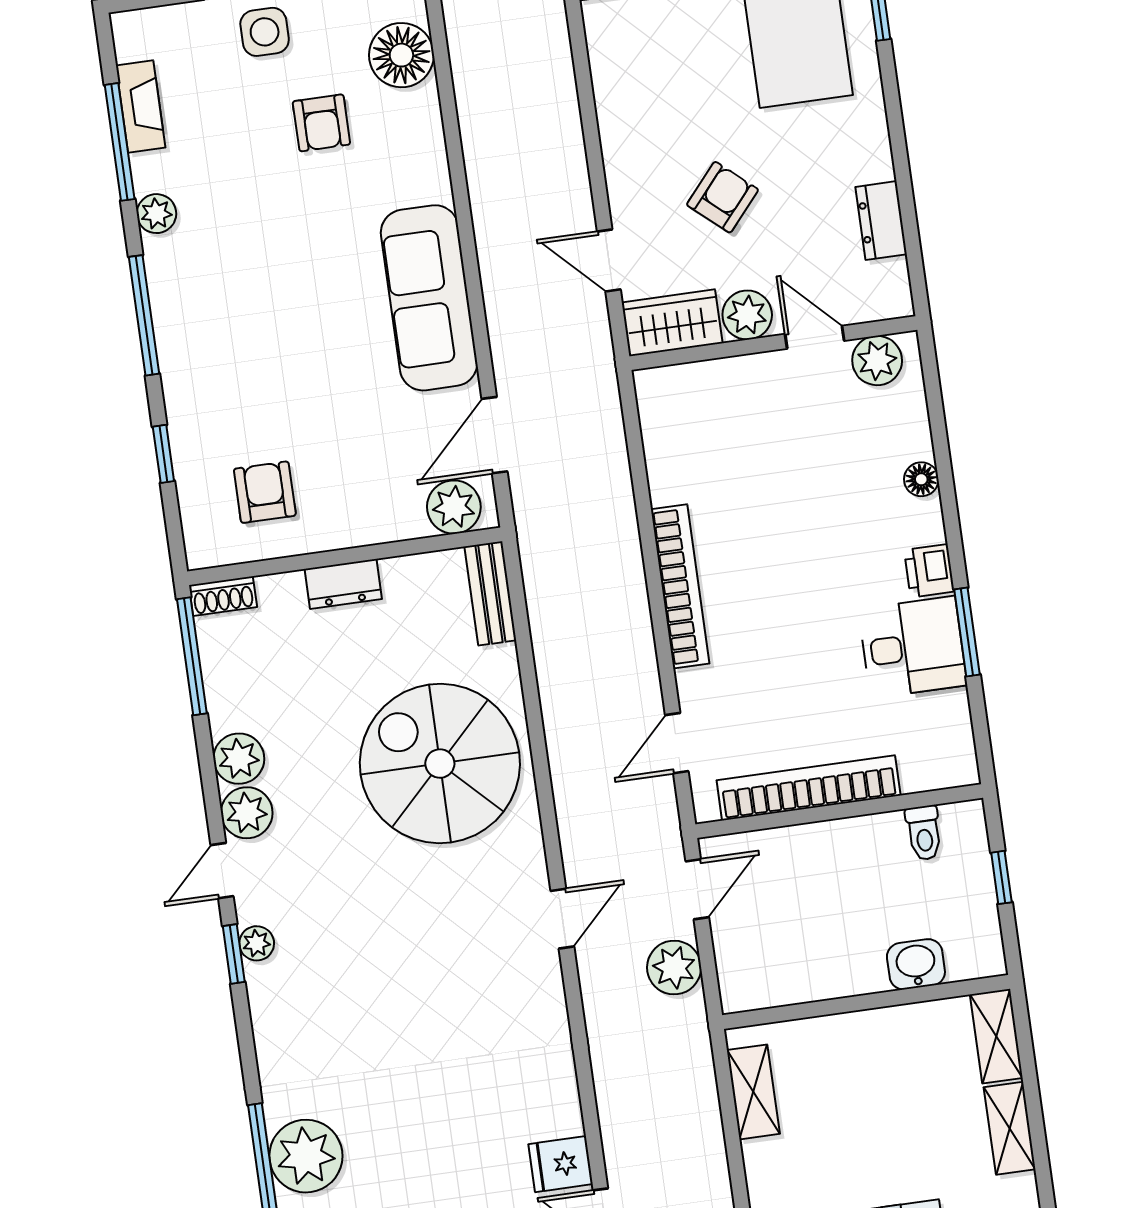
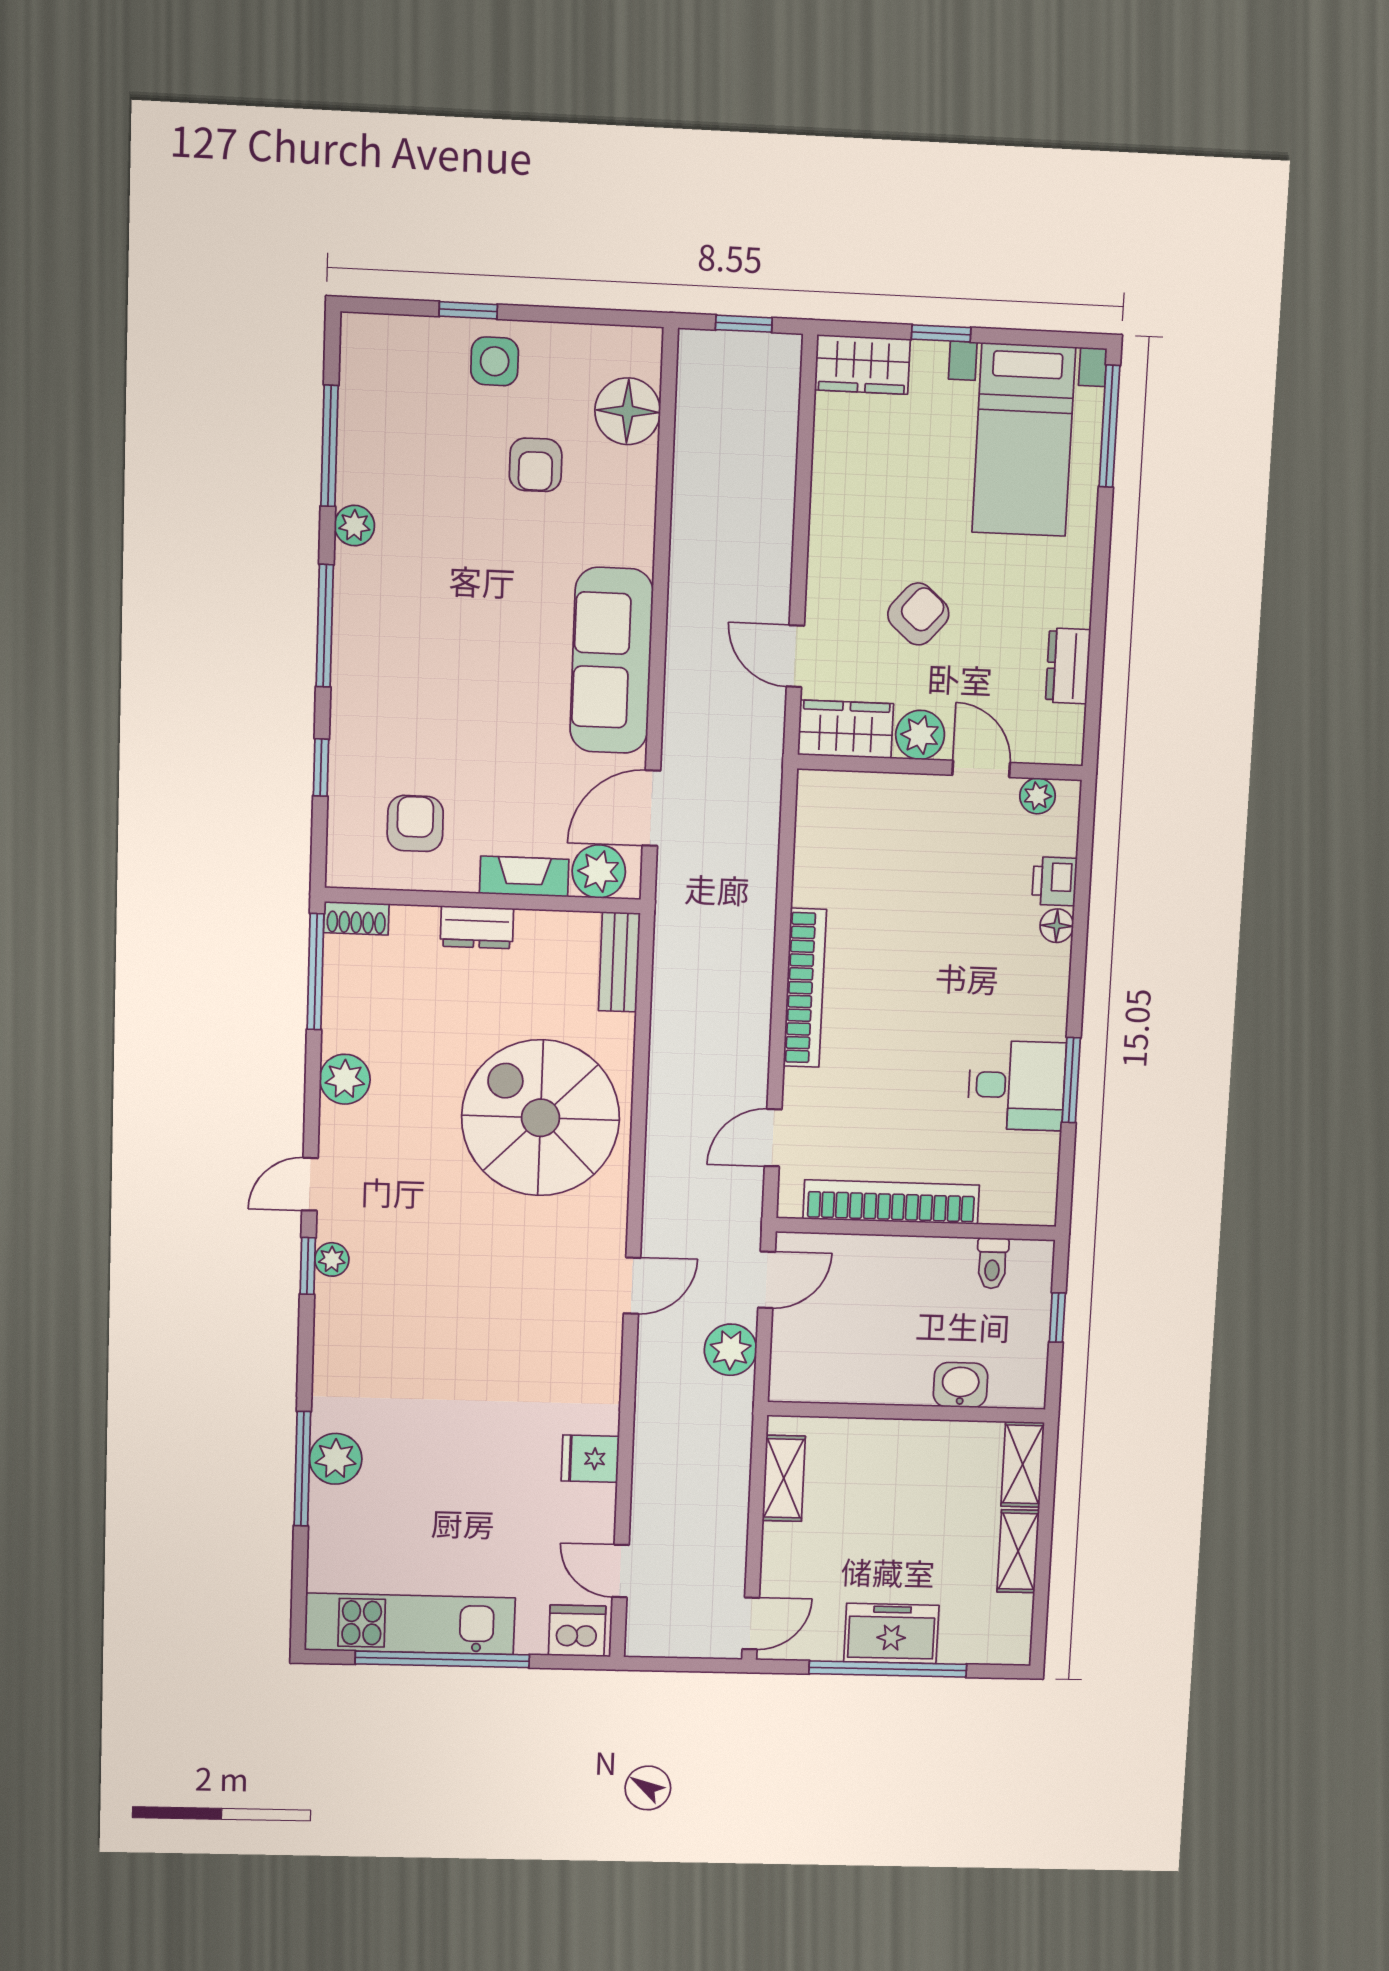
fireplace: (141, 106) -> (524, 876), moved, turned -90
plant: (877, 361) -> (1038, 796), width x0.73, depth x0.73
printer: (929, 571) -> (1055, 881), moved
plant: (247, 813) -> (344, 1133), removed
plant: (306, 1156) -> (336, 1459), width x0.73, depth x0.73
fridge: (561, 1164) -> (590, 1459), moved

